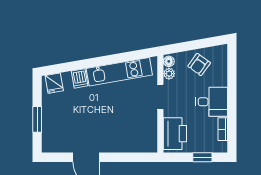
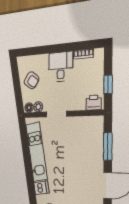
printer: (175, 134) -> (94, 103), width x0.53, depth x0.68
window: (126, 157) -> (108, 146), added
window: (202, 157) -> (108, 84), moved

